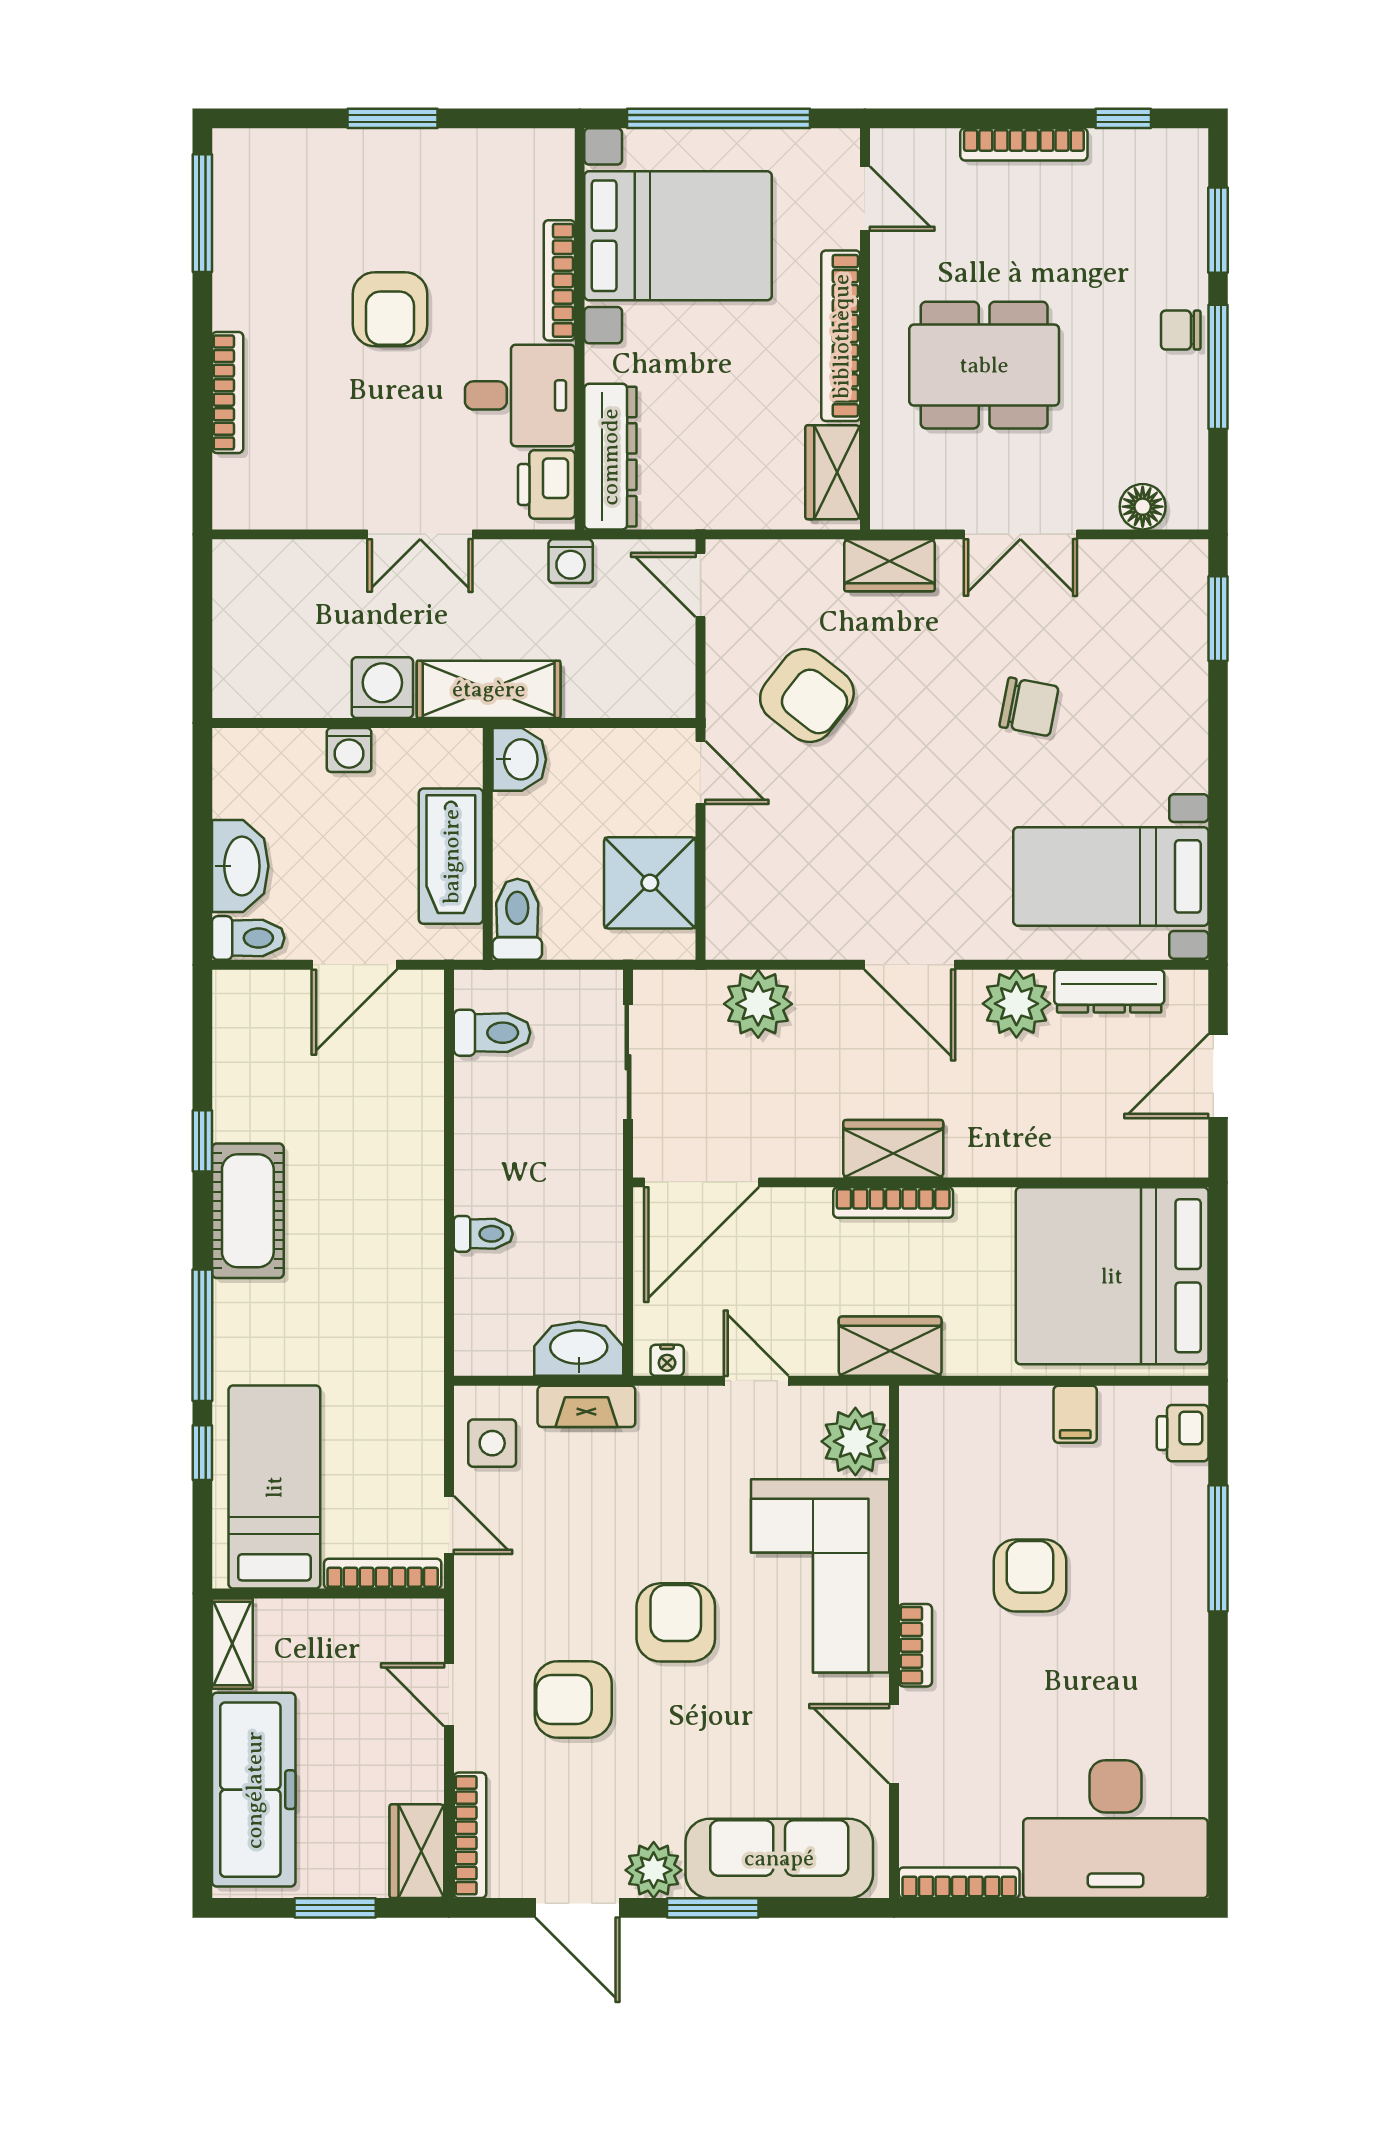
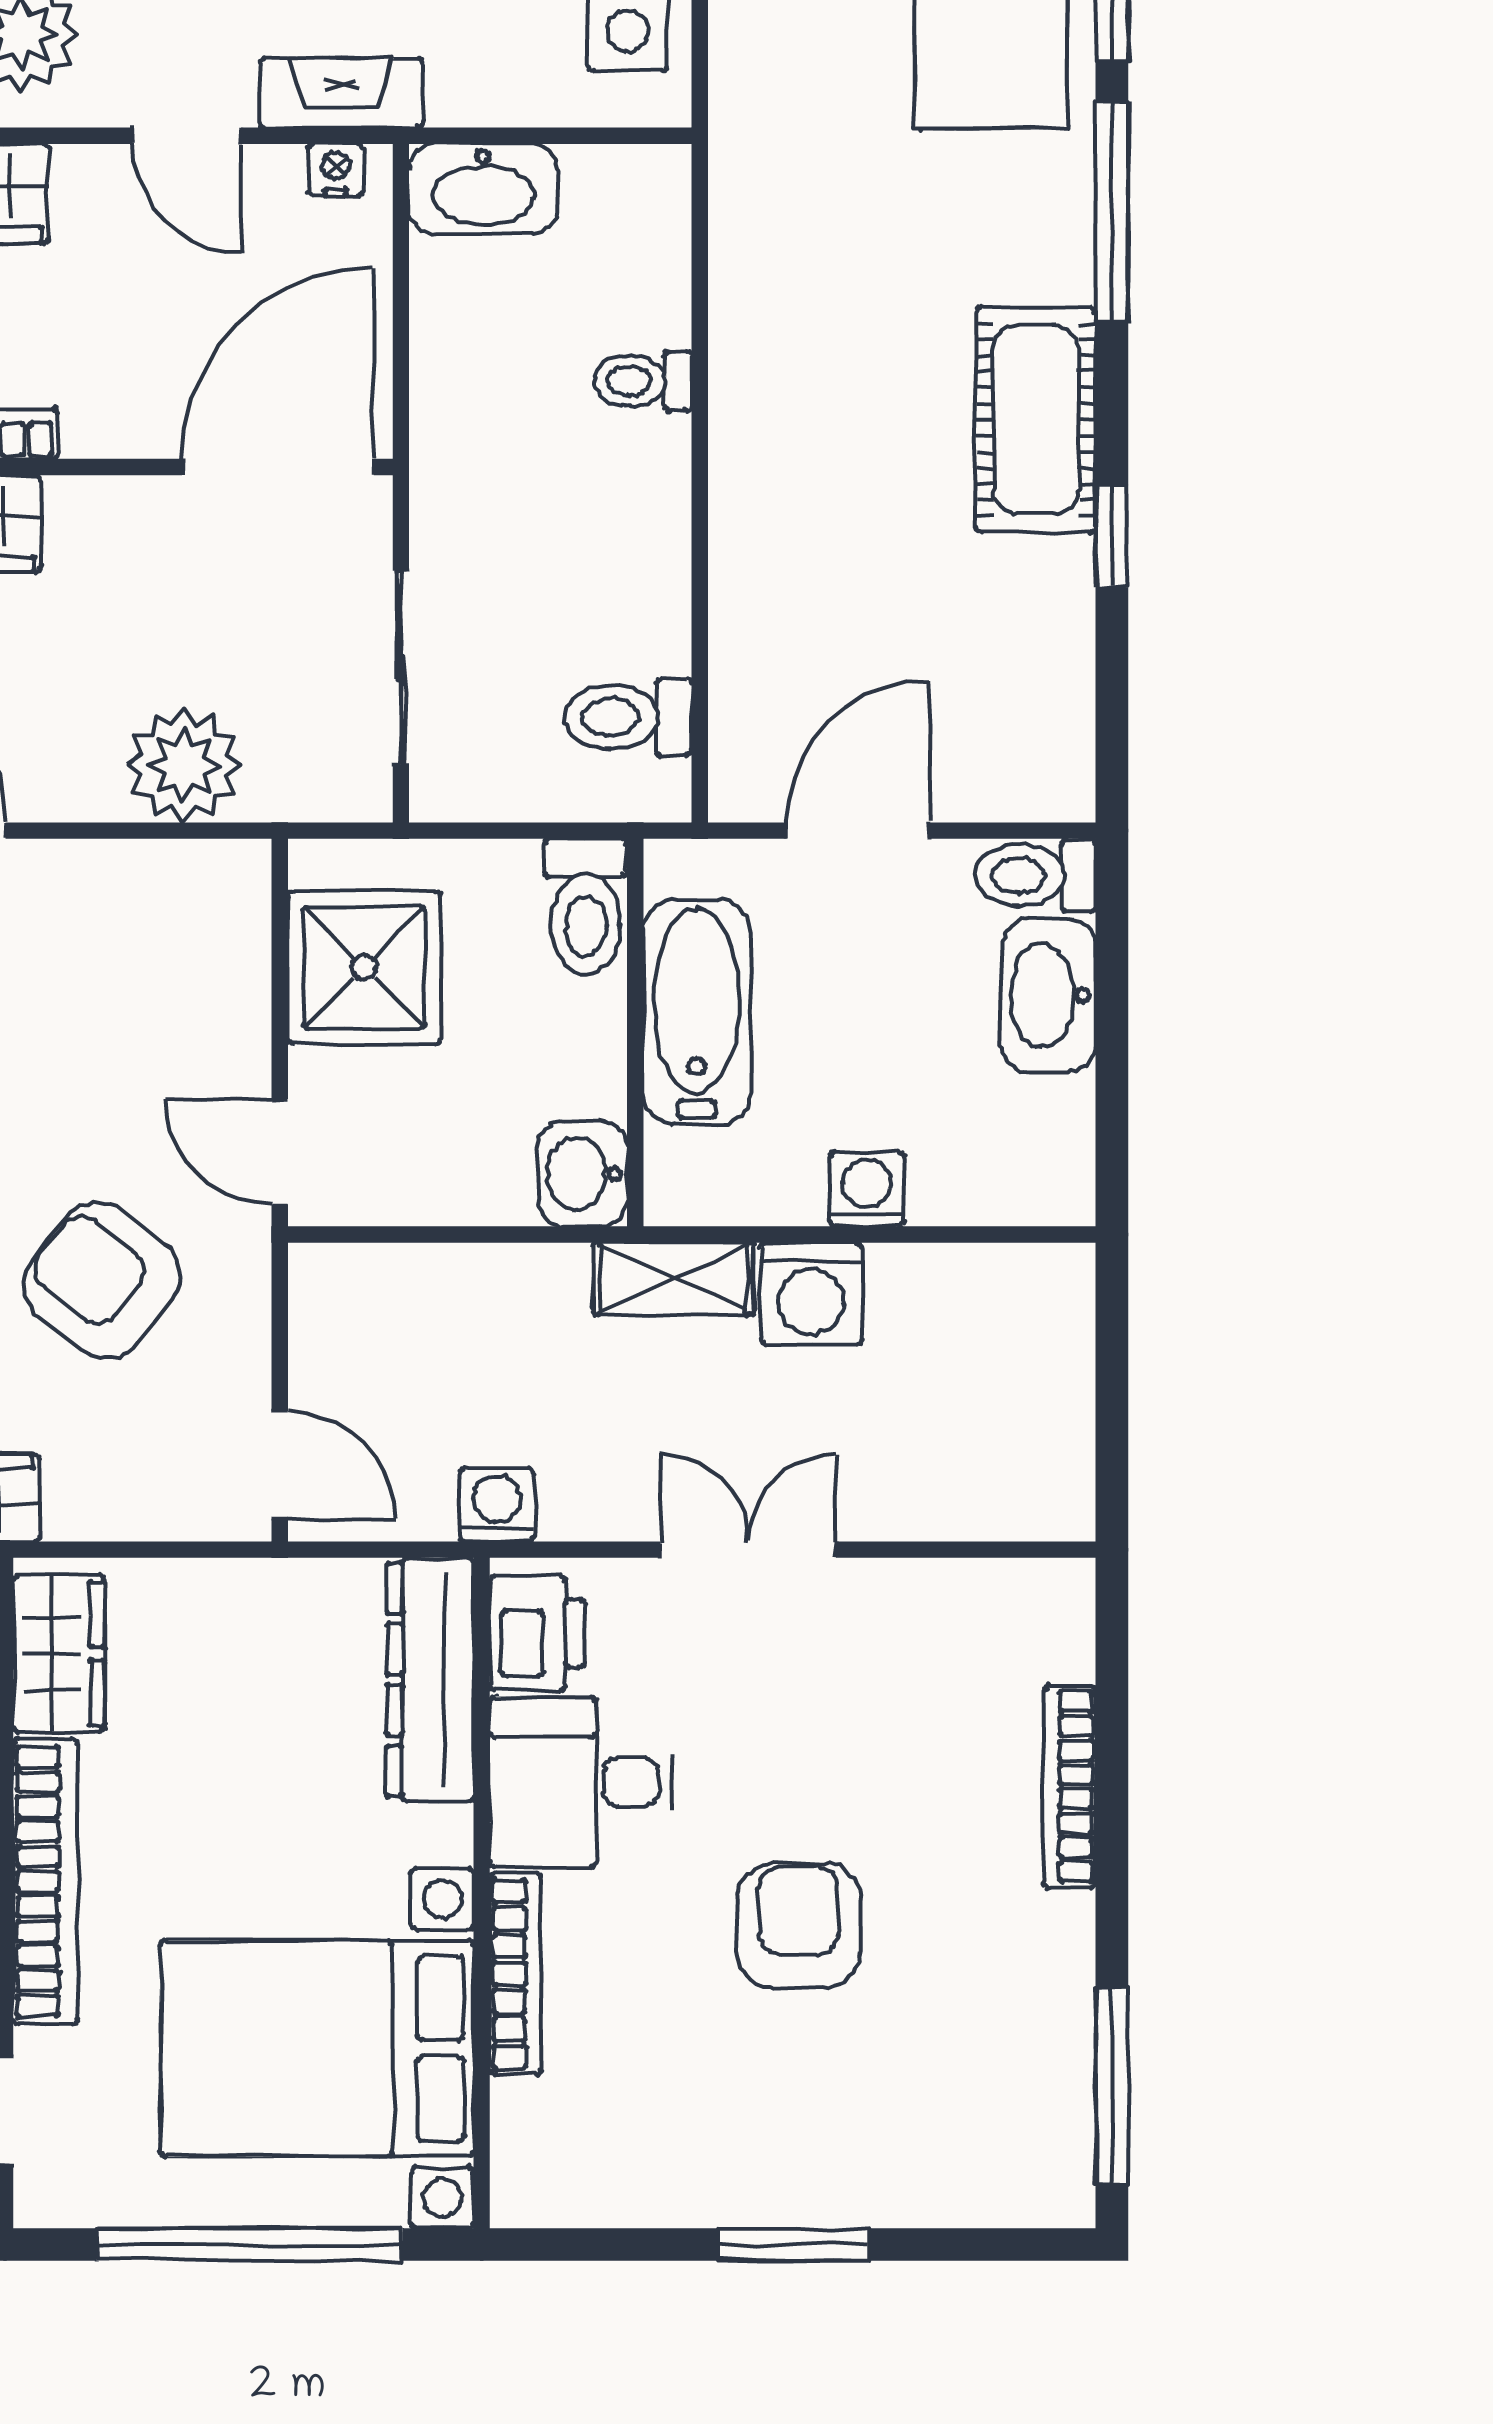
shelving: (489, 689) -> (674, 1279), width x0.67, depth x0.75
fireplace: (586, 1406) -> (341, 93), moved

